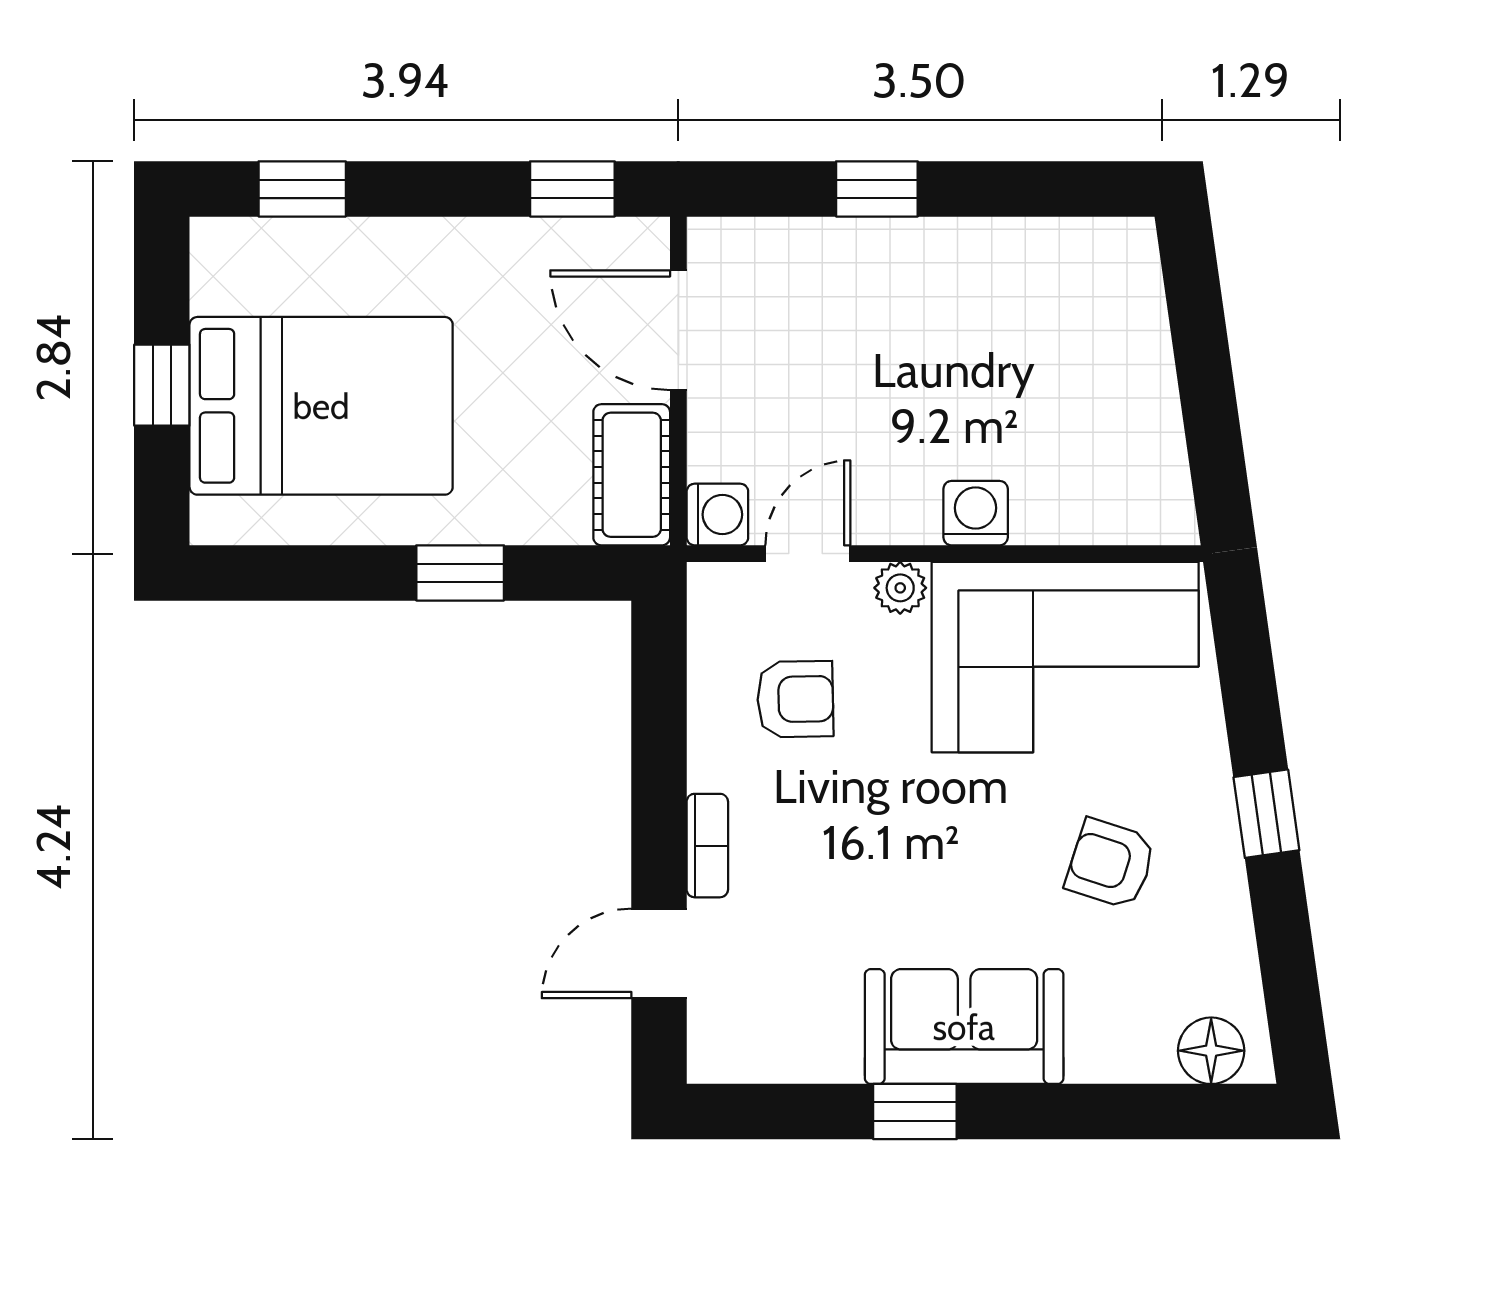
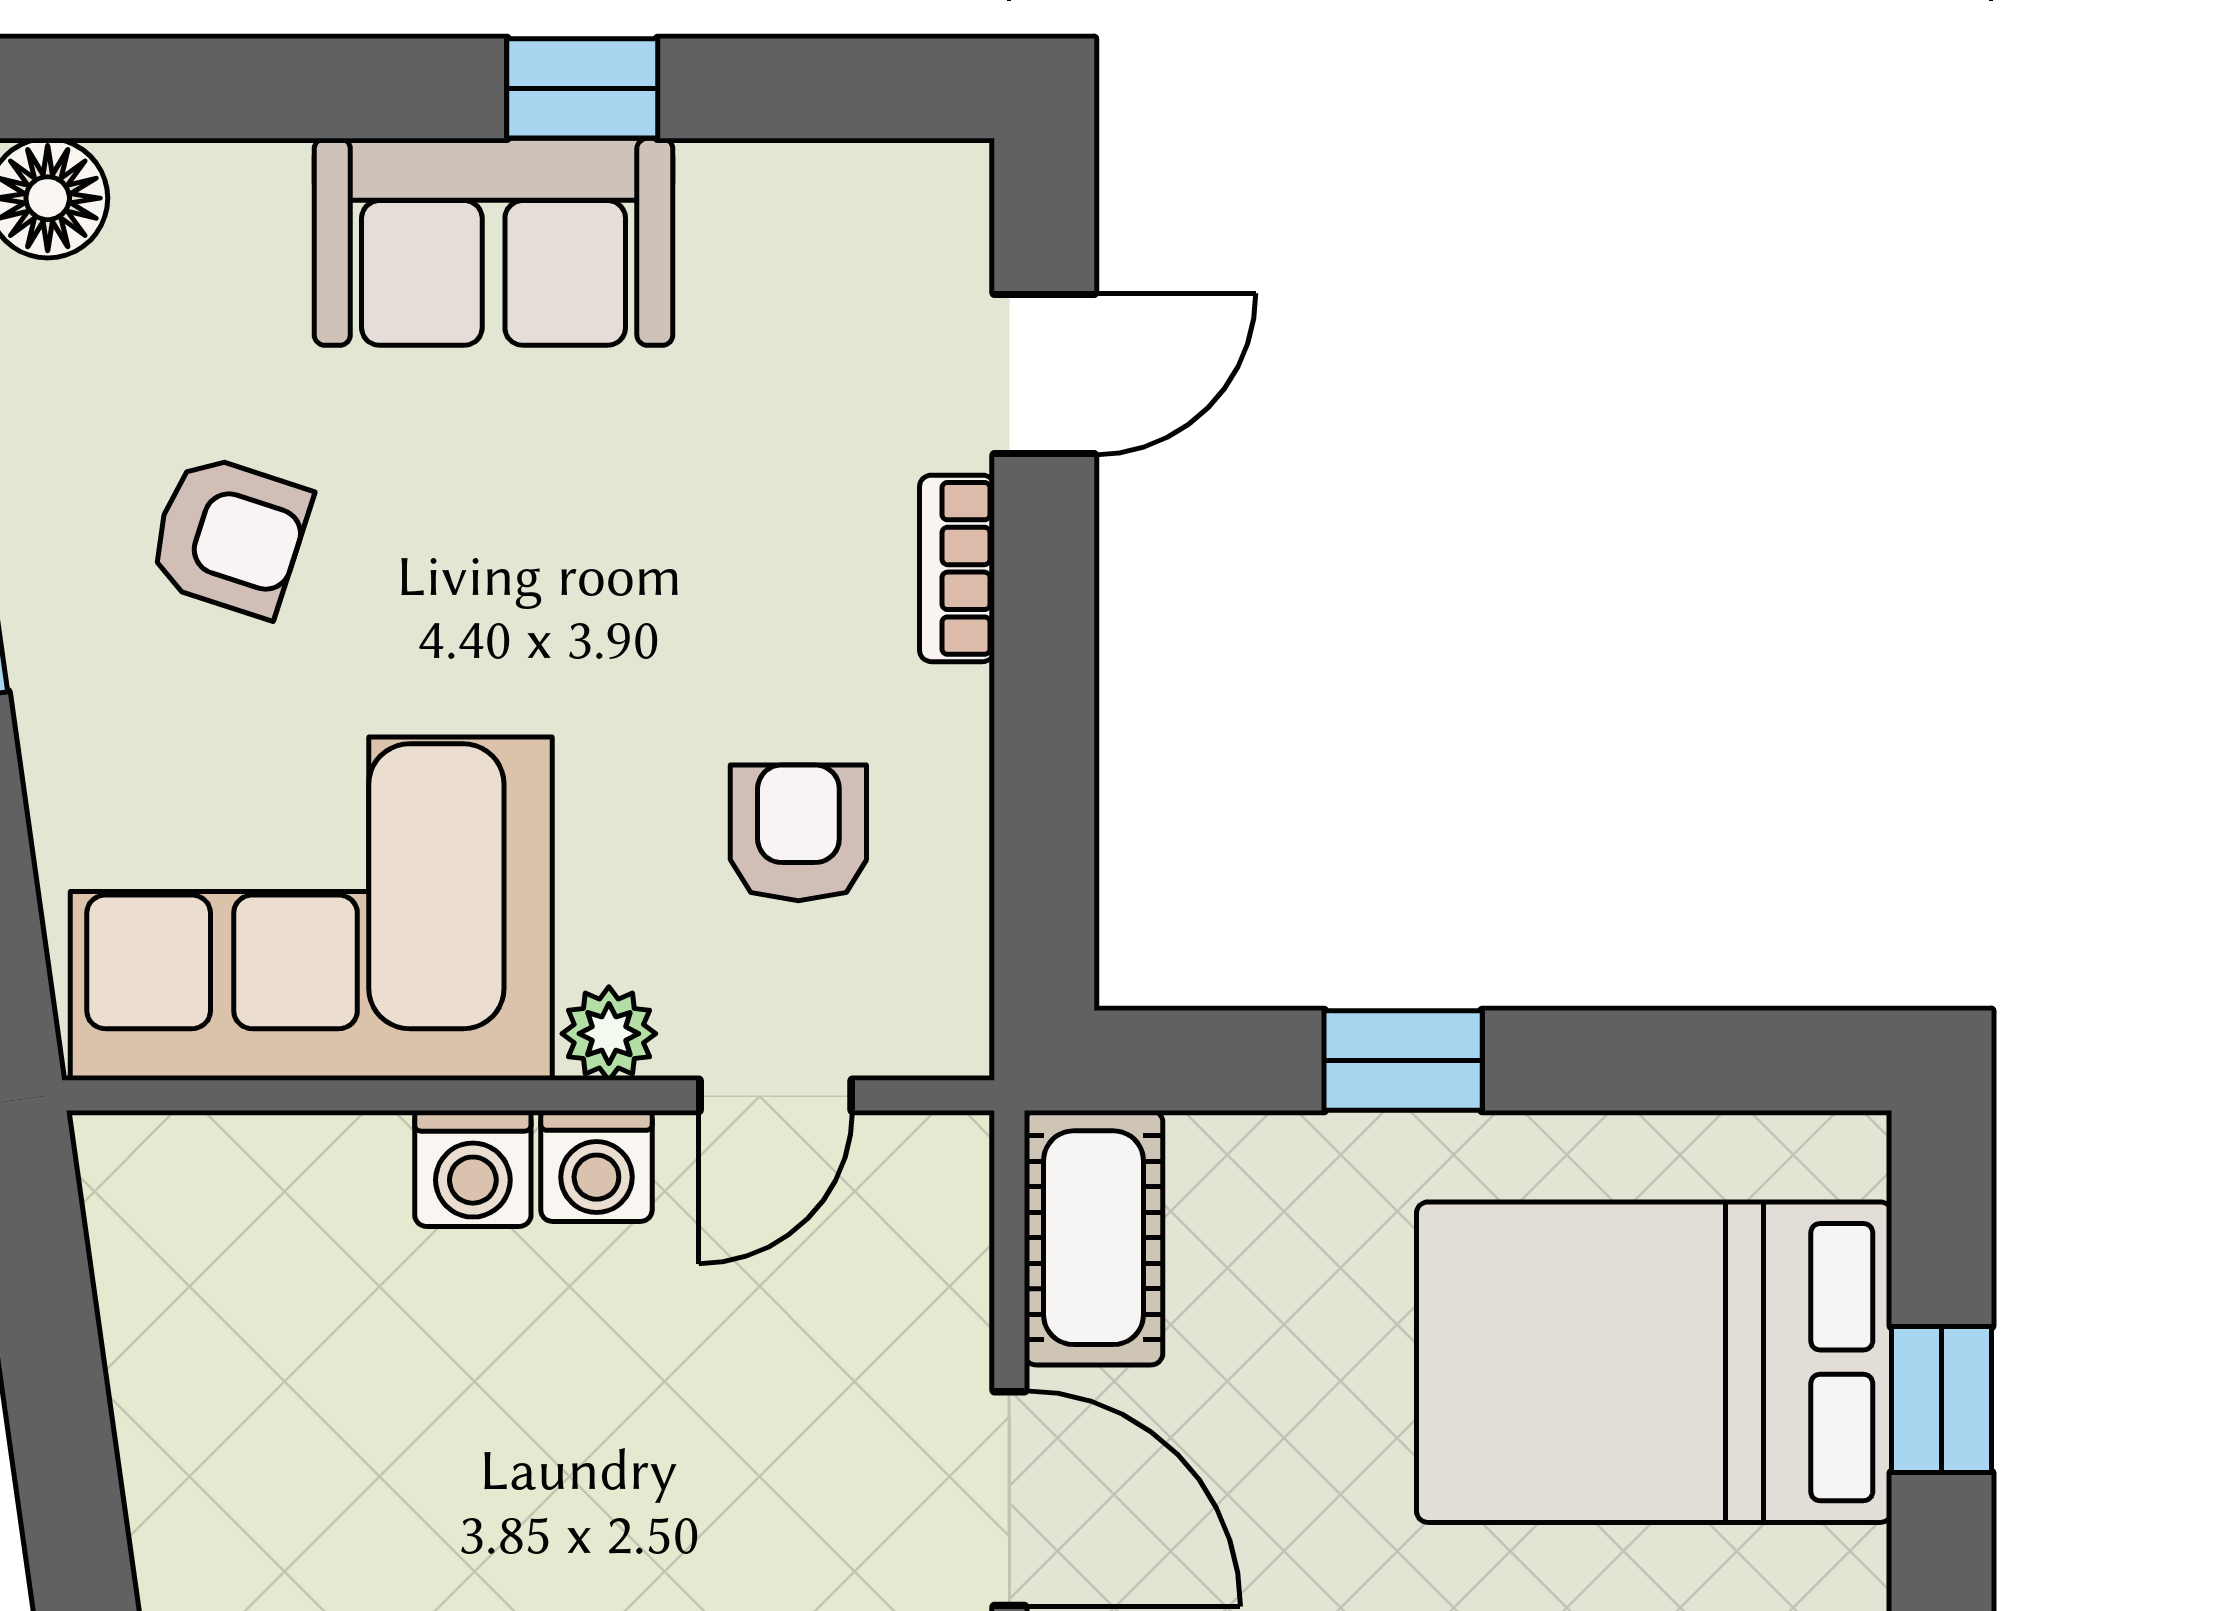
washing machine: (717, 515) -> (596, 1166), moved, turned -90
armchair: (795, 699) -> (798, 833), turned 91

